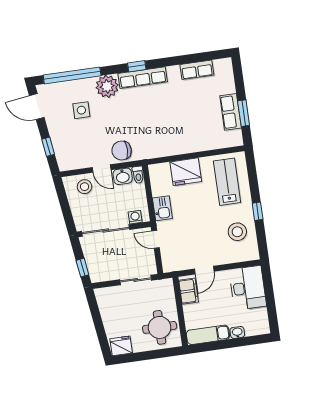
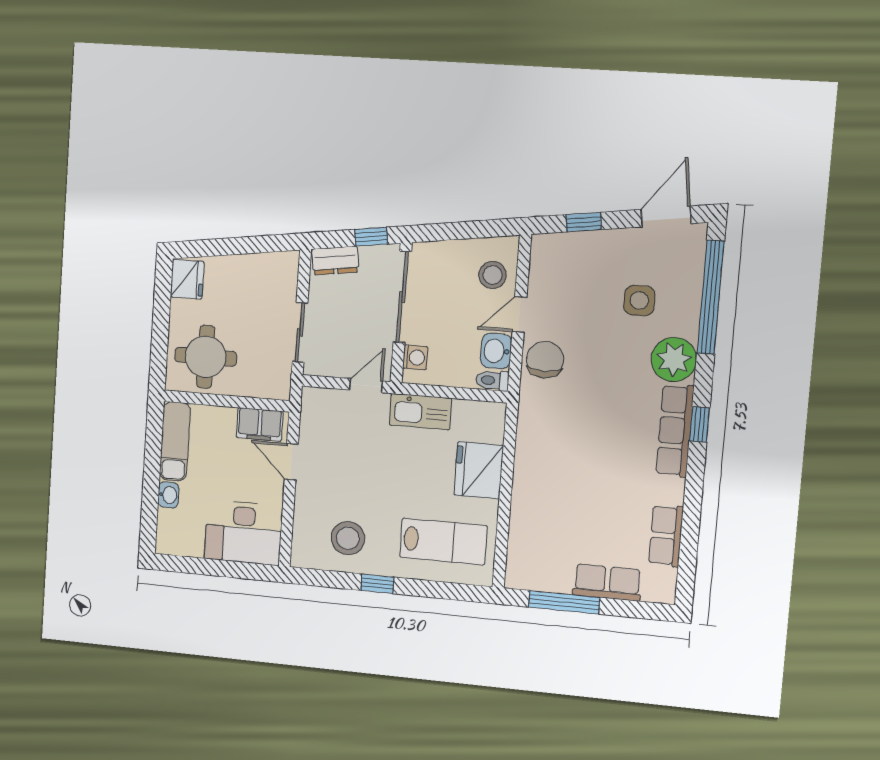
row of seats: (231, 112) -> (607, 582), moved
window: (244, 113) -> (564, 602), width x1.44
kitchen sink: (162, 208) -> (420, 412), width x1.38
window: (82, 268) -> (371, 237), moved
dresser: (95, 269) -> (335, 261), added

